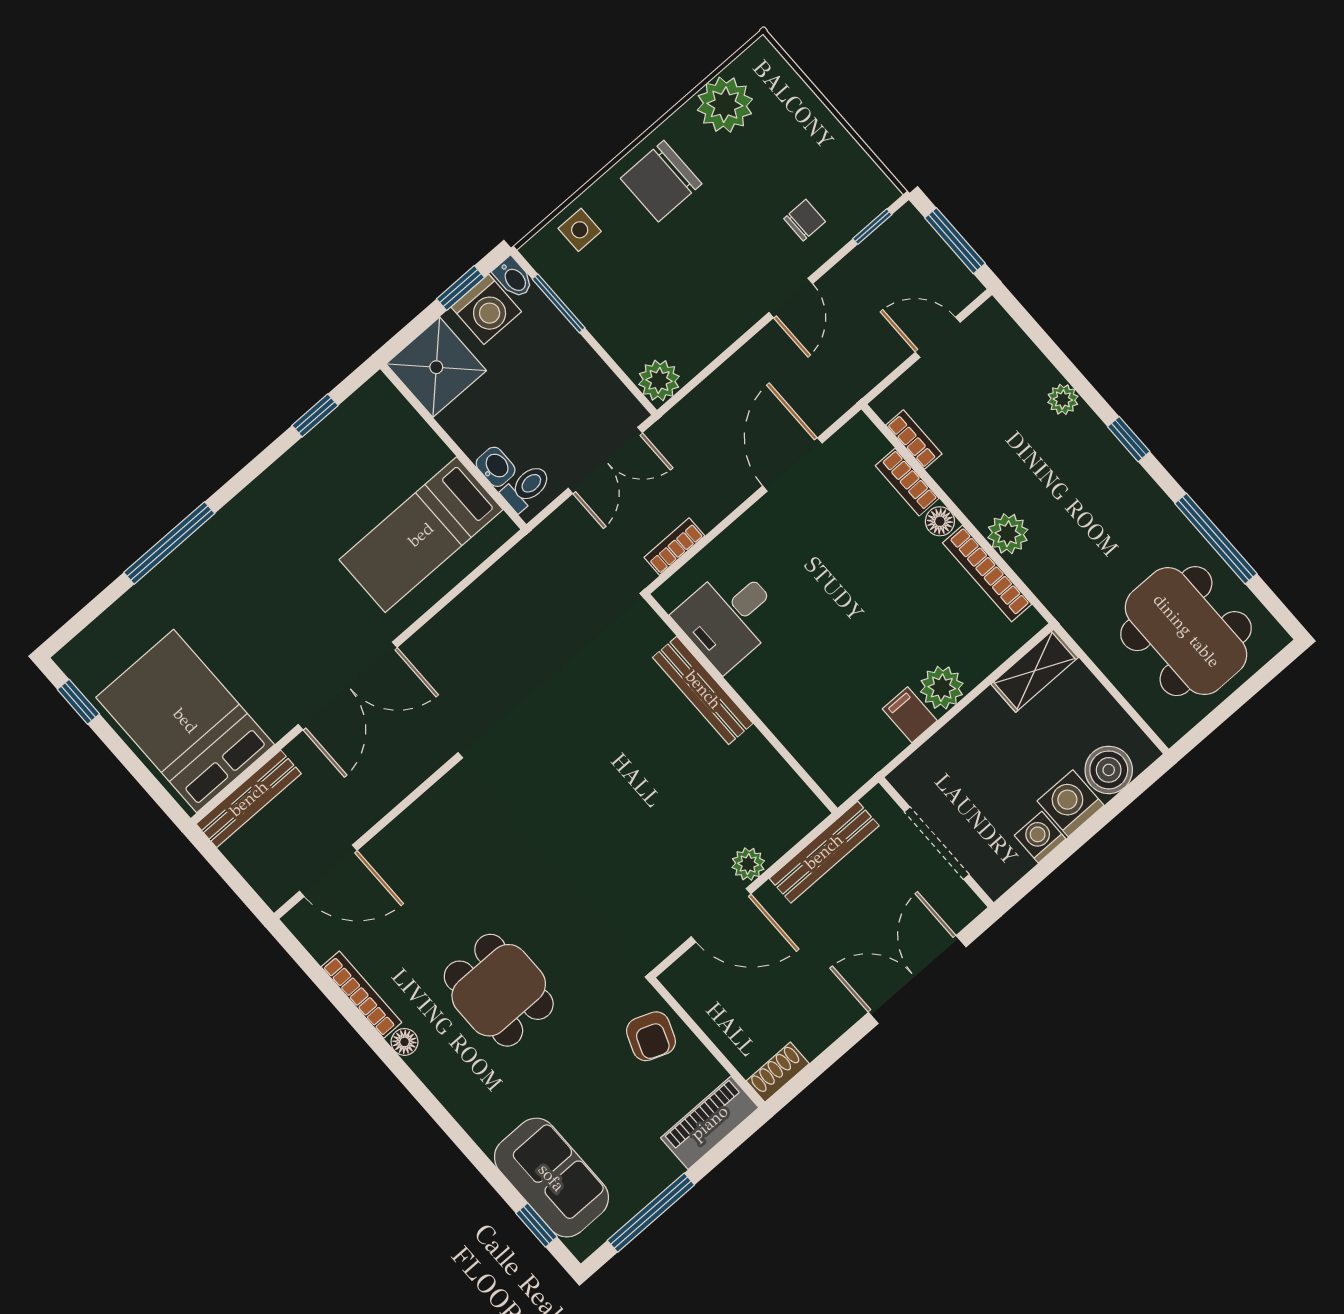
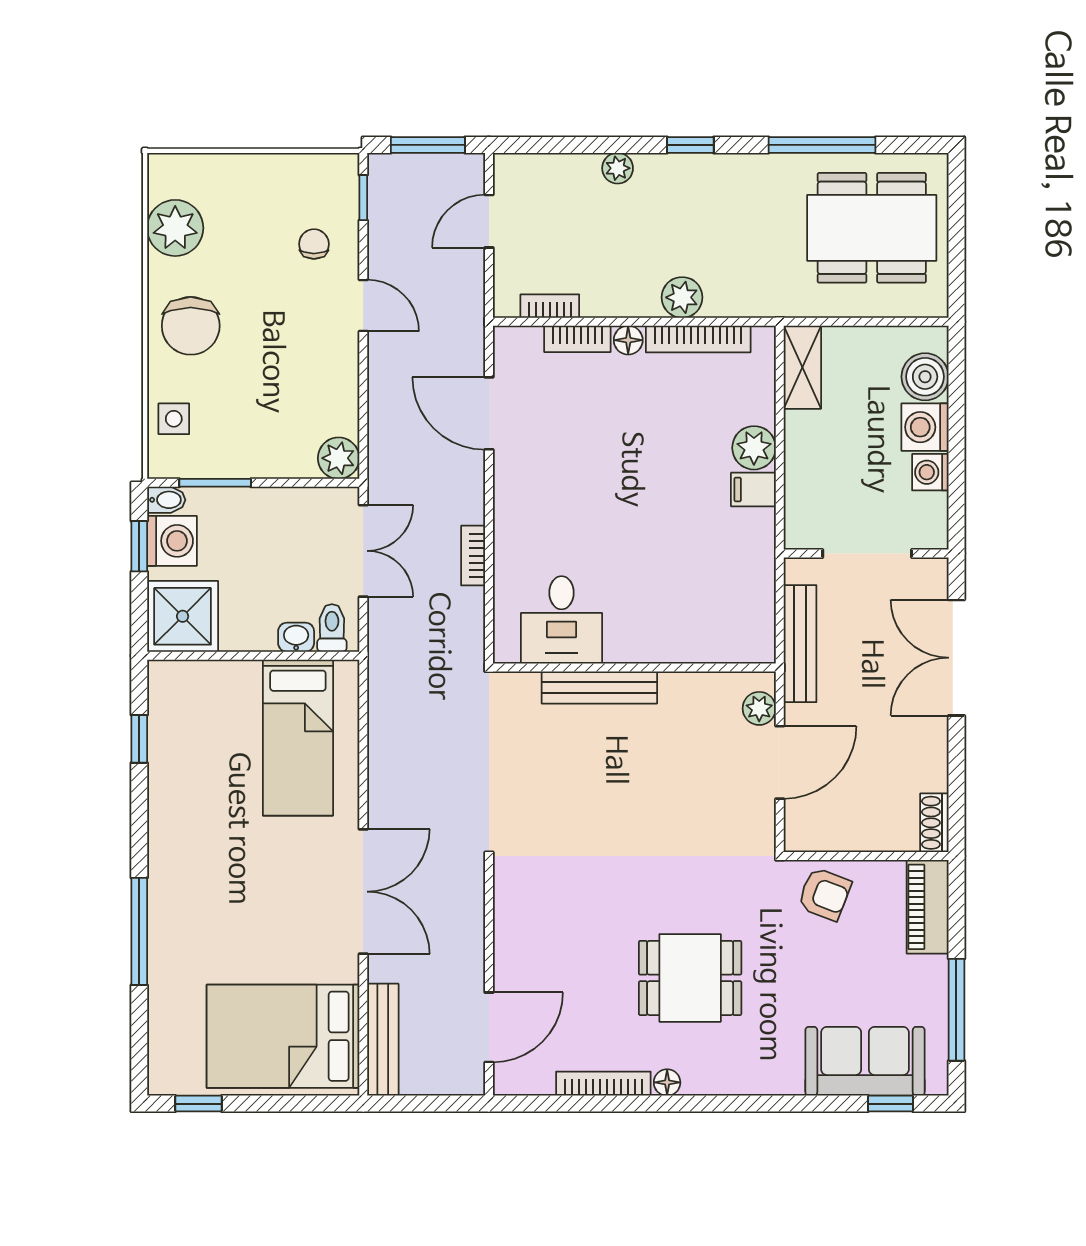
desk: (729, 617) -> (562, 620), moved
bench: (703, 690) -> (599, 688), moved
wall: (741, 704) -> (634, 667), moved

